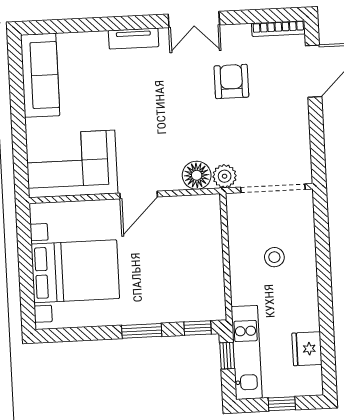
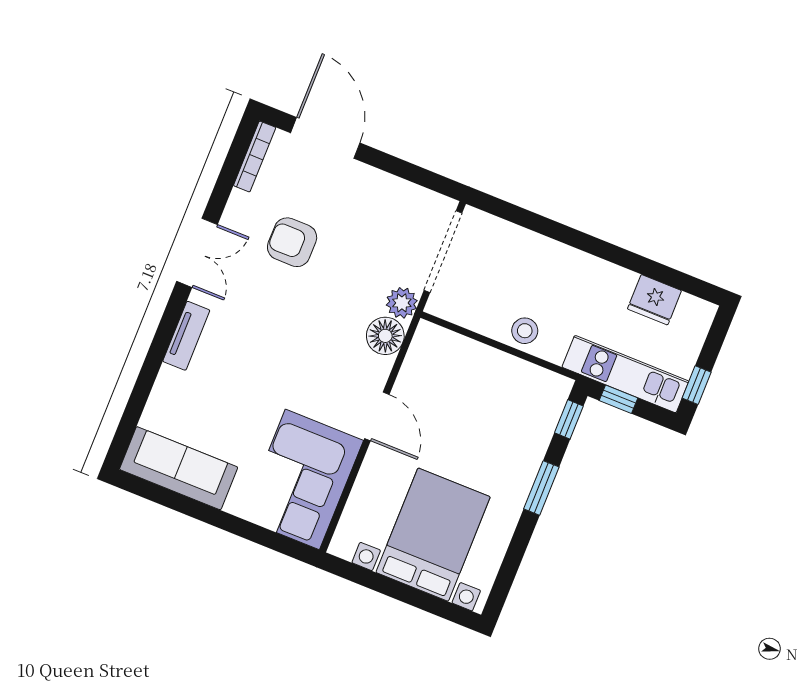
stool: (274, 257) -> (525, 331), moved
window: (282, 404) -> (697, 385), moved

